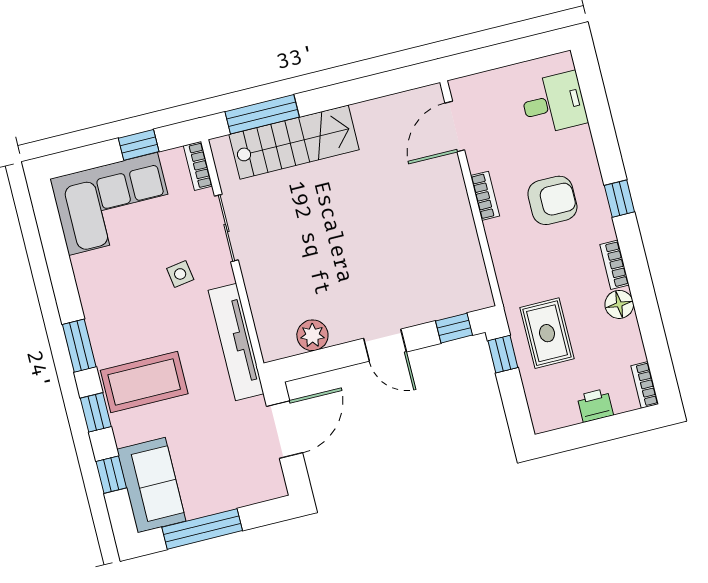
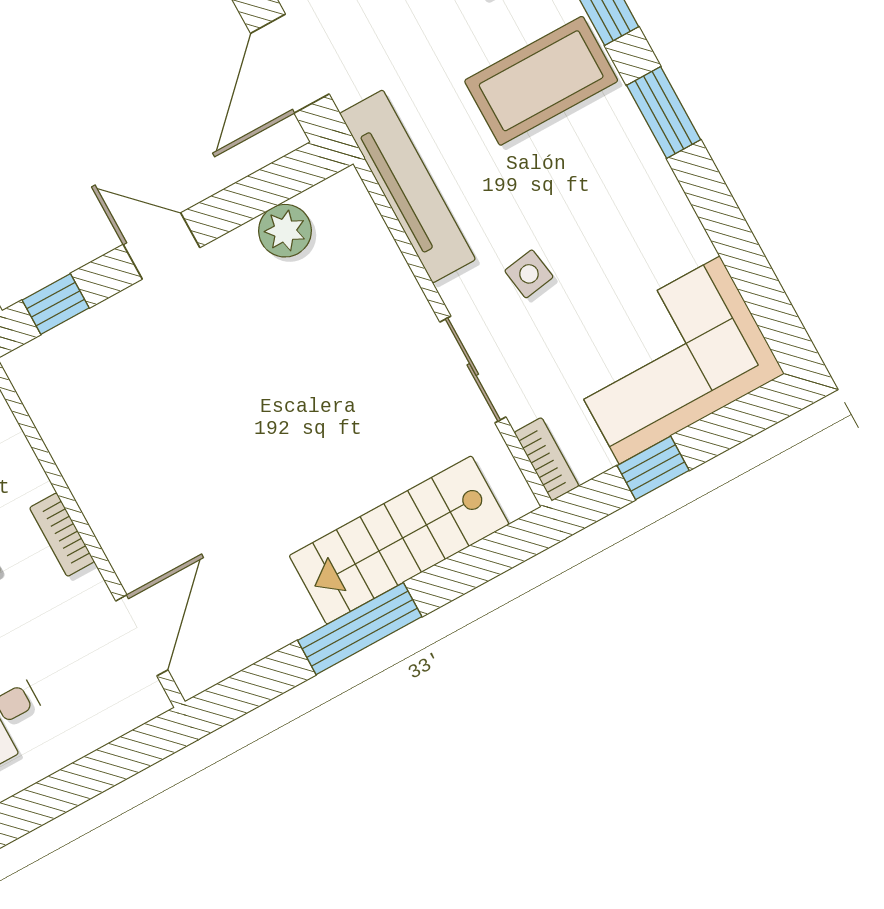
window: (262, 114) -> (360, 629), moved

